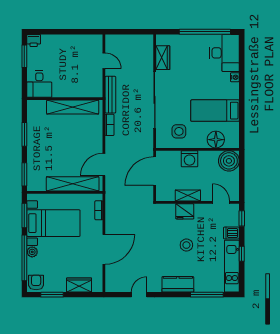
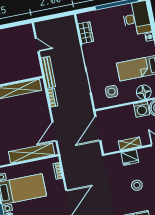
washing machine: (189, 159) -> (142, 109), moved

